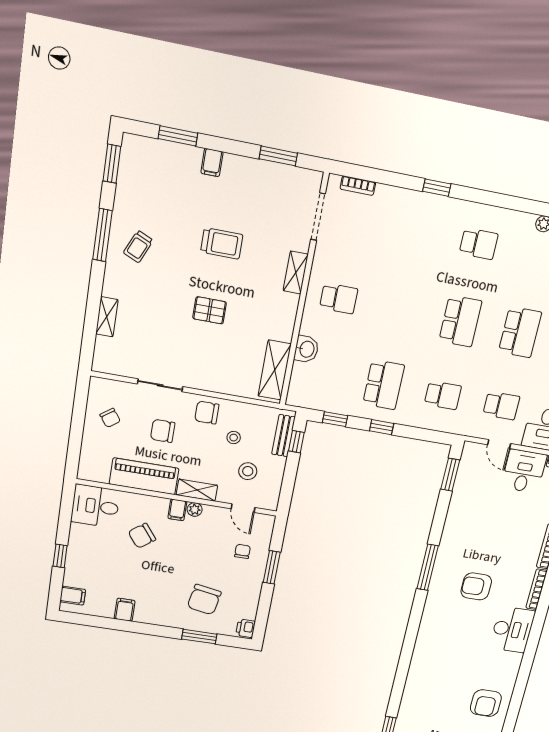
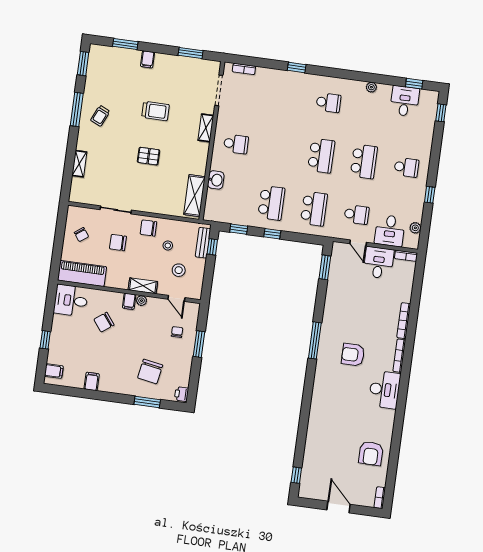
school desk: (443, 395) -> (314, 209), width x1.85
piano: (144, 476) -> (82, 273), moved

